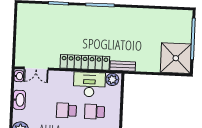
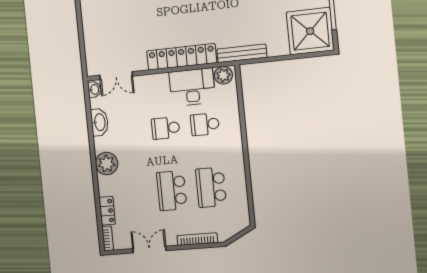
bench: (123, 66) -> (242, 53), width x1.36

